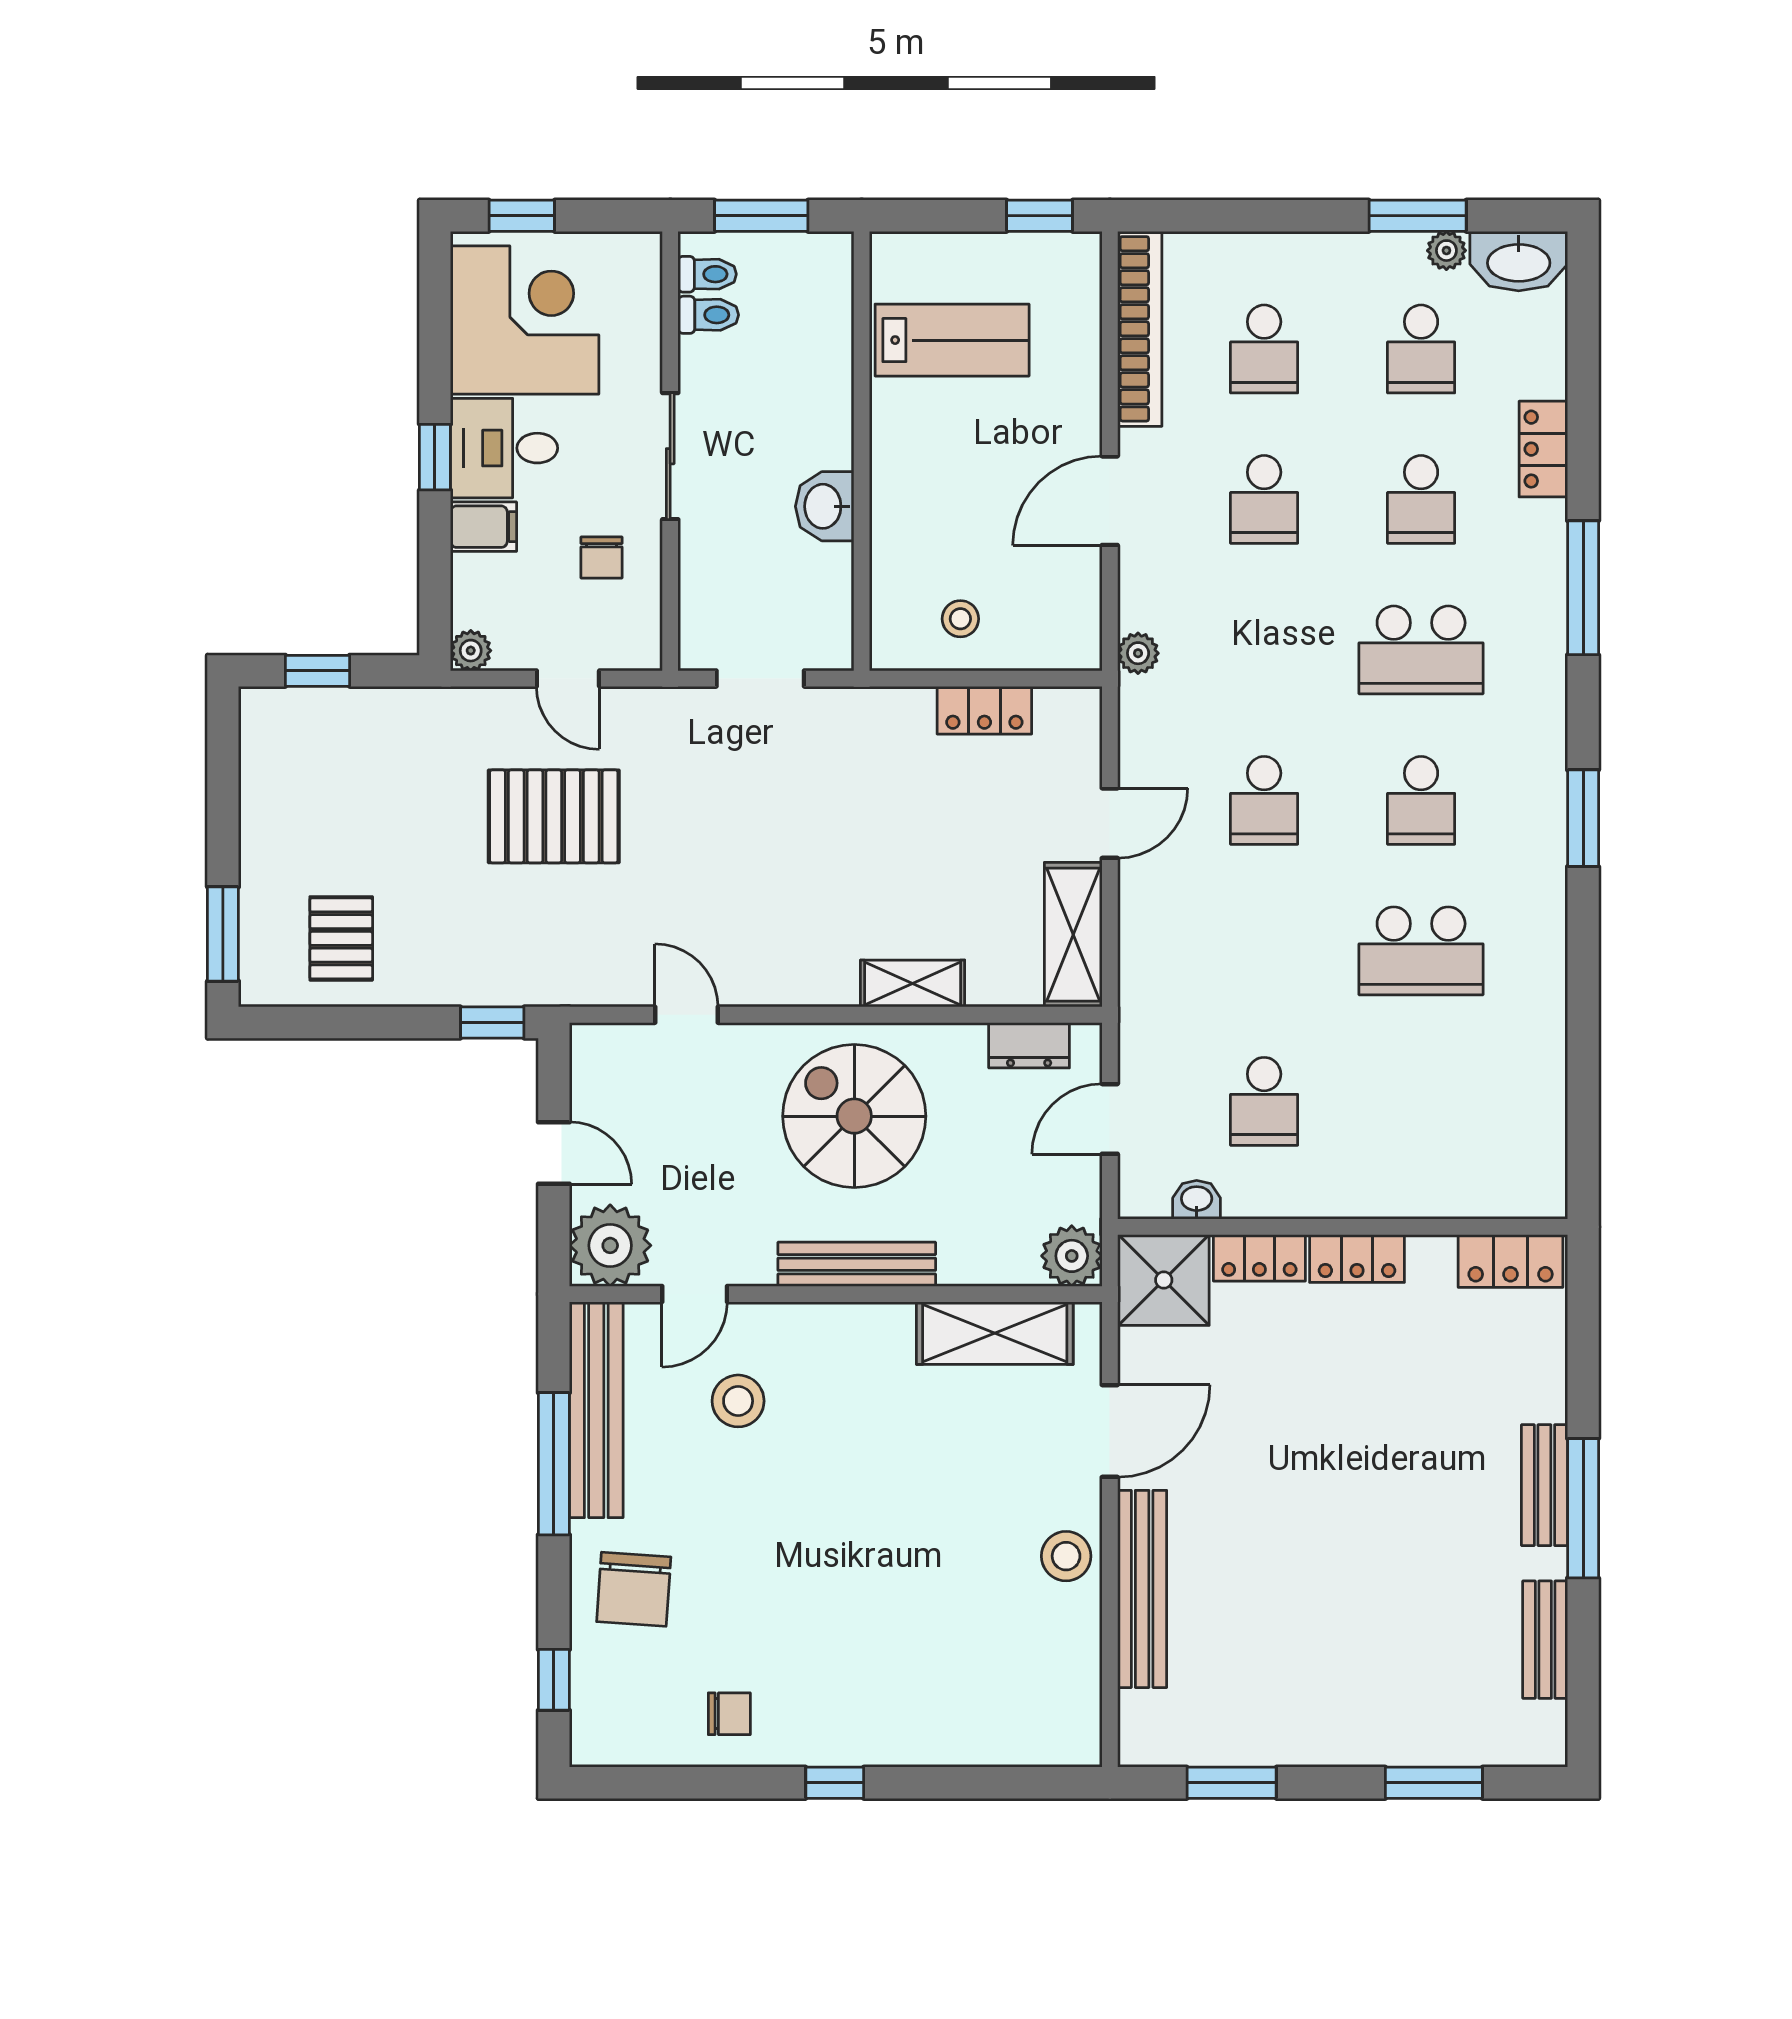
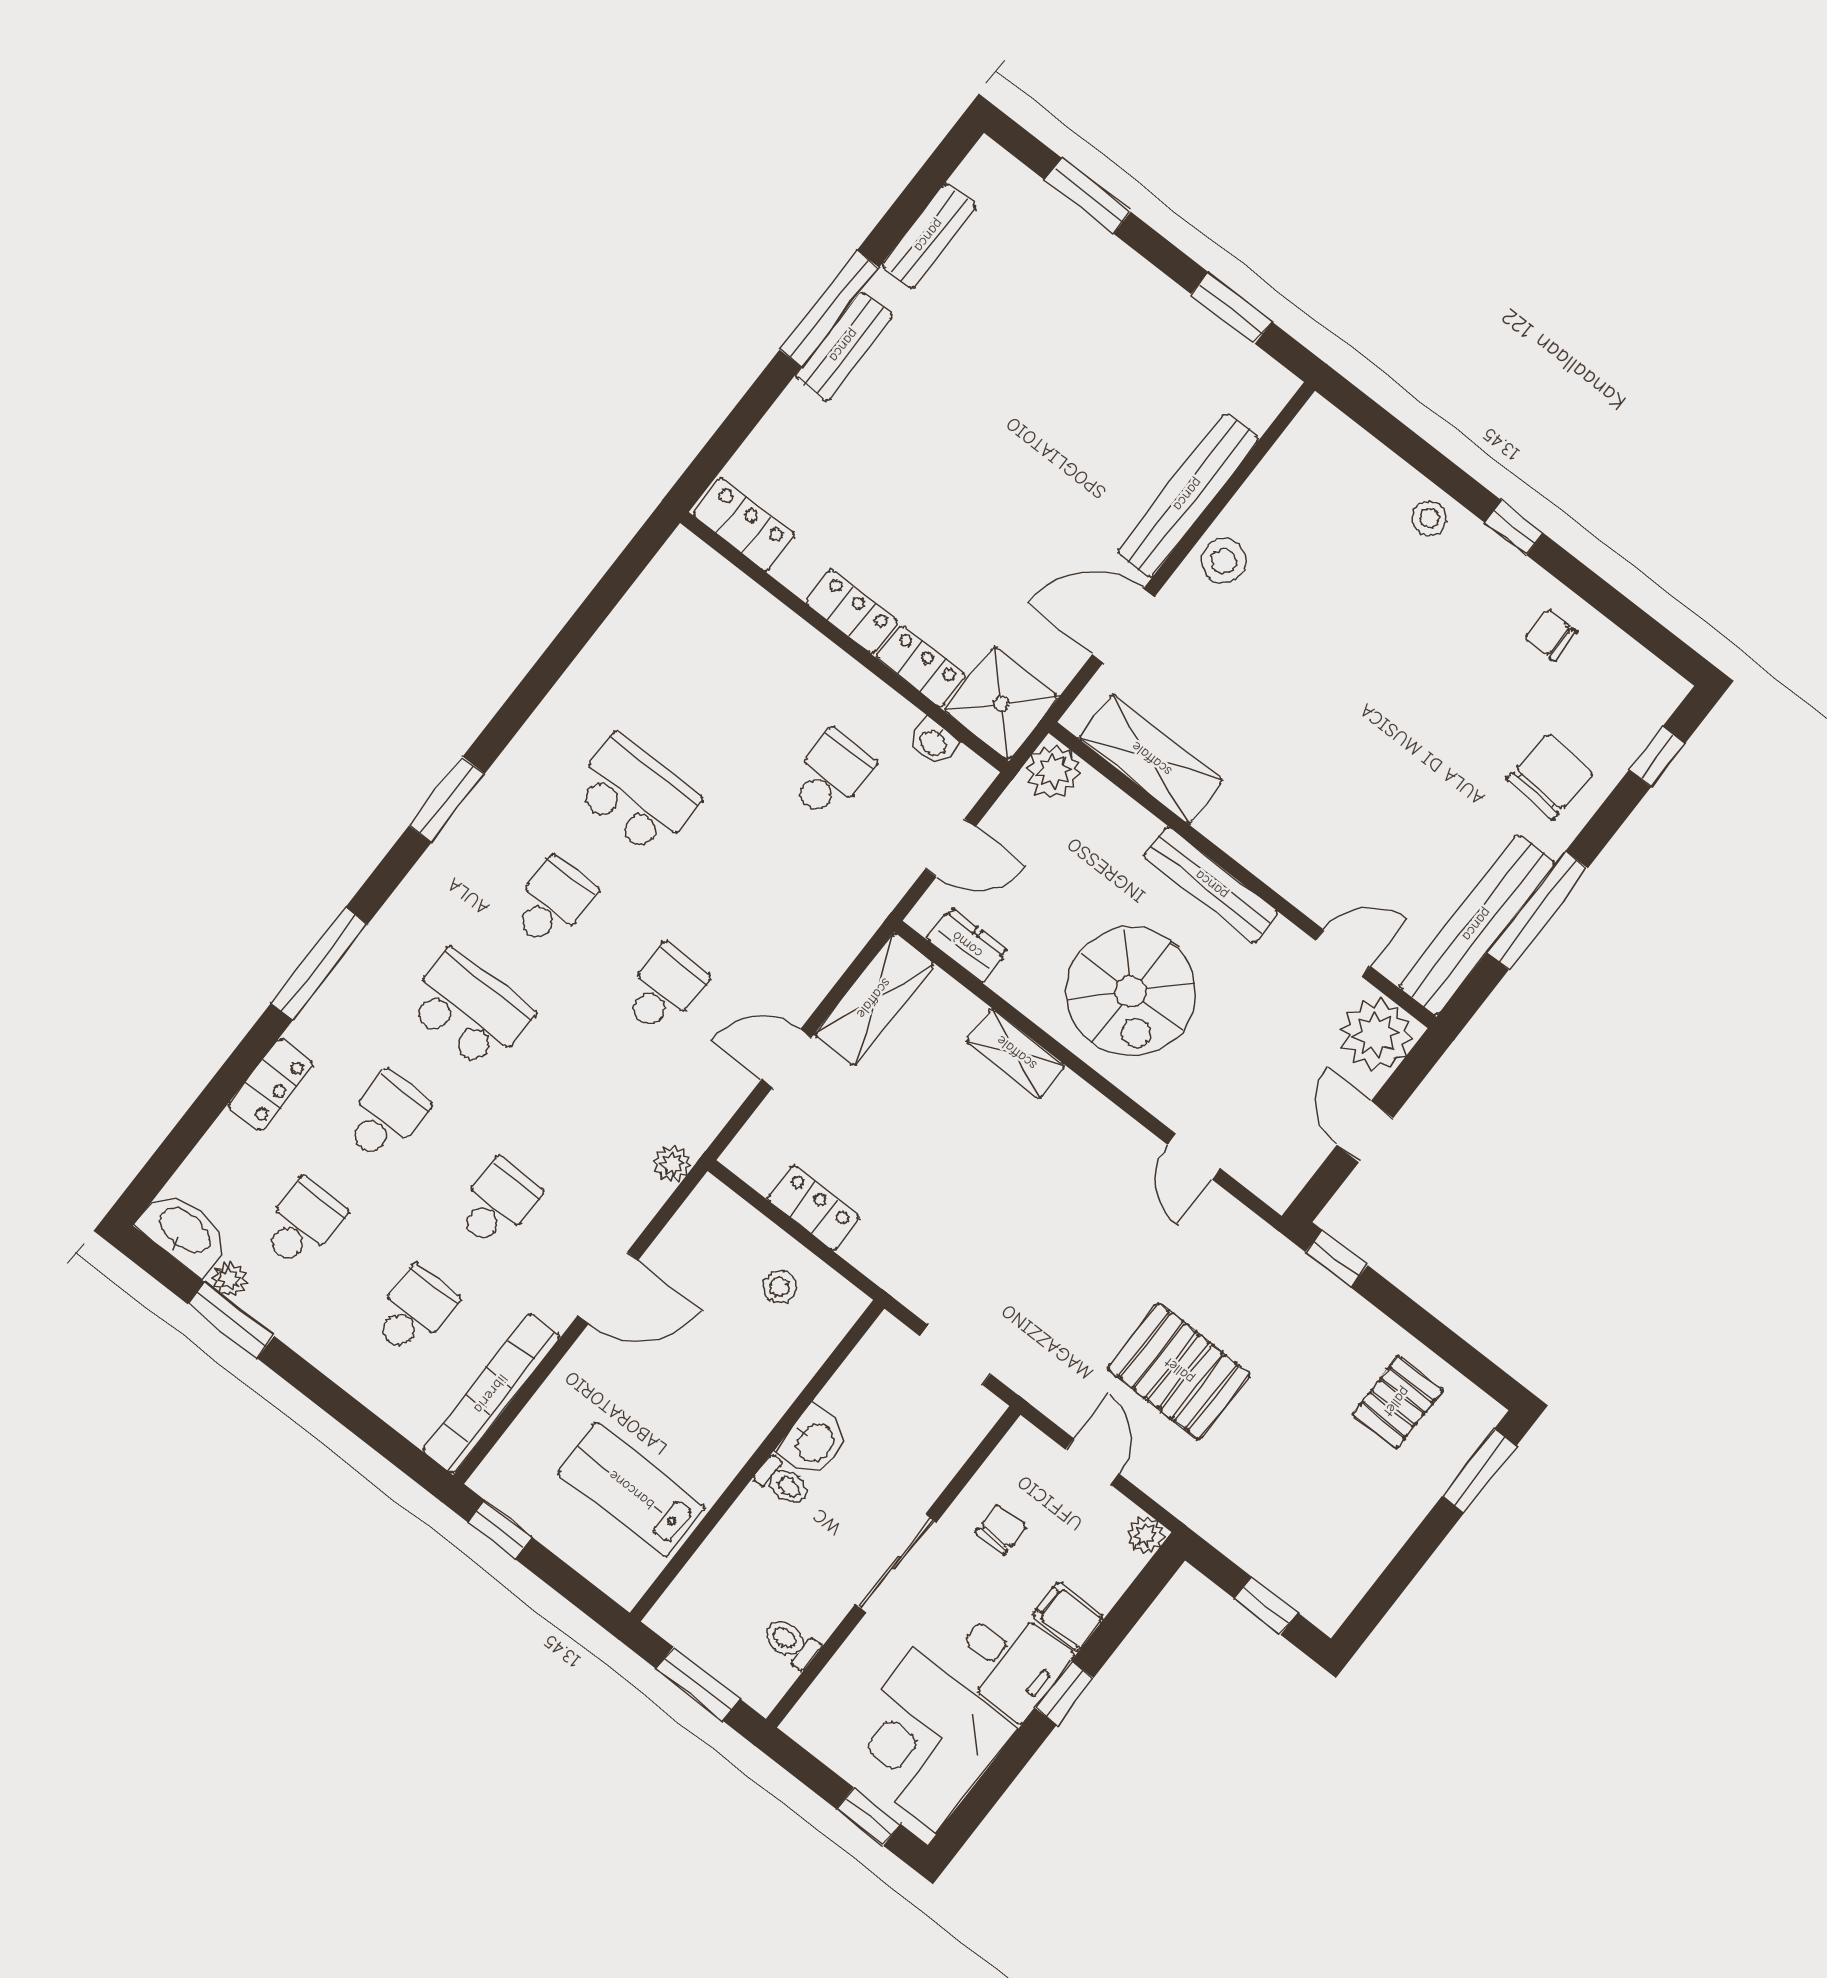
toilet: (707, 274) -> (783, 1482), moved, turned 180
stool: (738, 1401) -> (1429, 518), moved, width x0.73, depth x0.73

